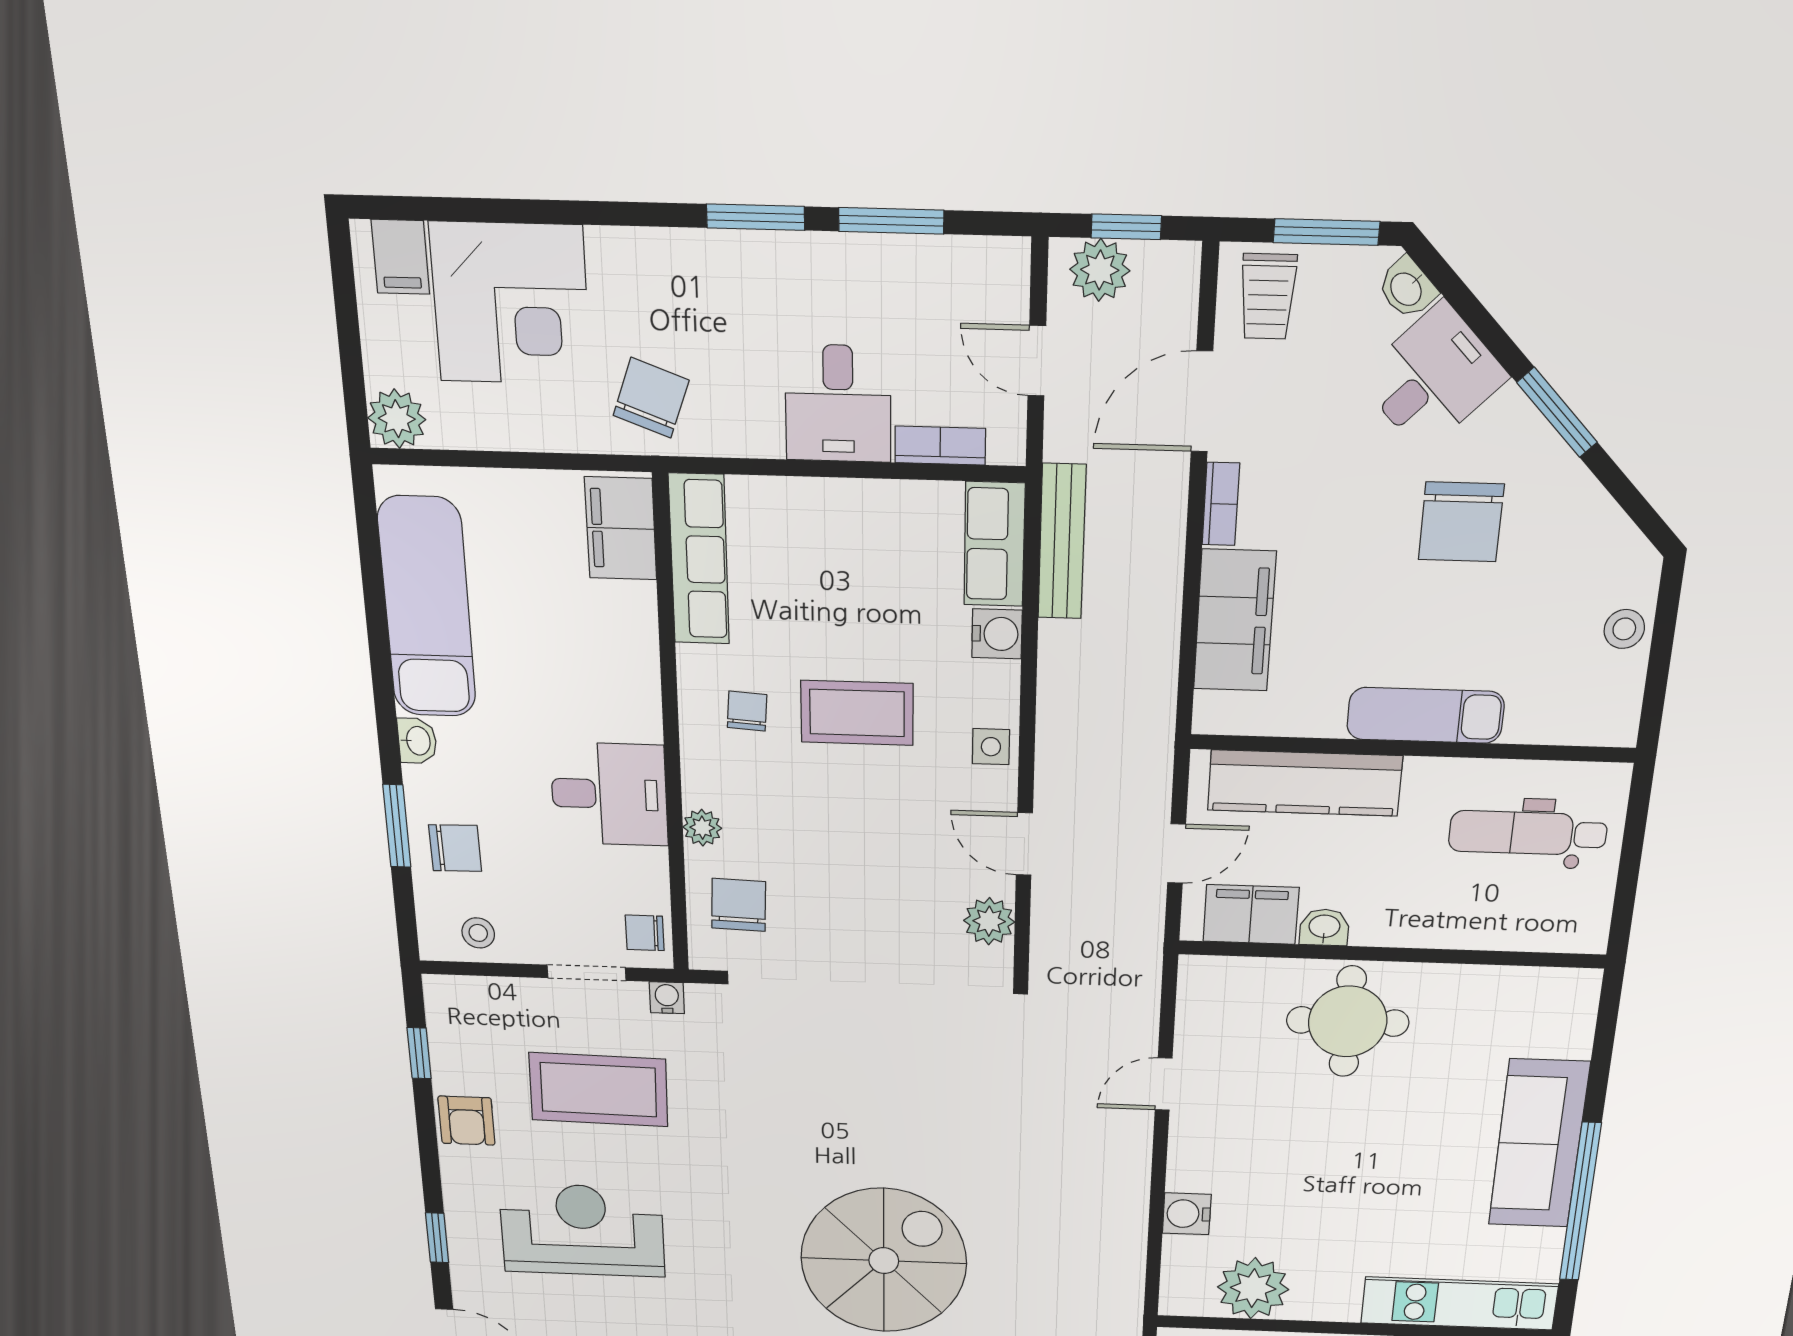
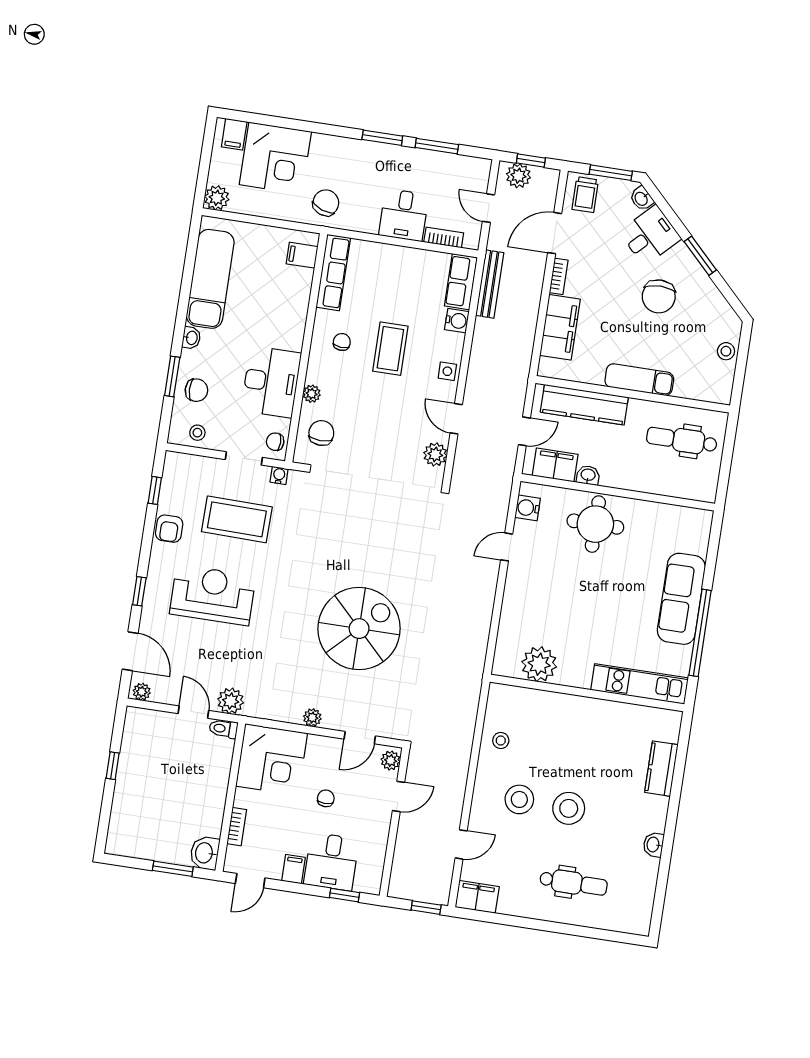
filing cabinet: (621, 528) -> (302, 255), width x0.50
coffee table: (857, 713) -> (390, 349), turned 90
desk: (609, 794) -> (271, 382), width x1.37
water cooler: (1187, 1214) -> (528, 508), moved

